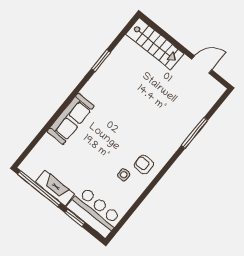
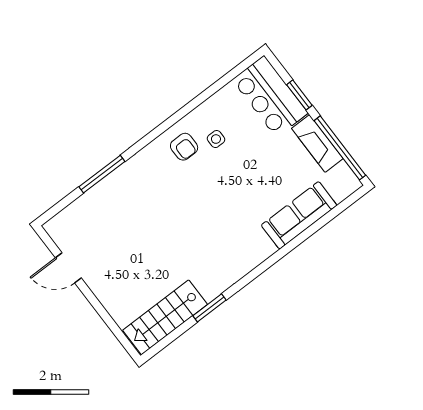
stairs: (155, 44) -> (165, 317), moved, turned -90
sofa: (71, 119) -> (299, 215), moved

